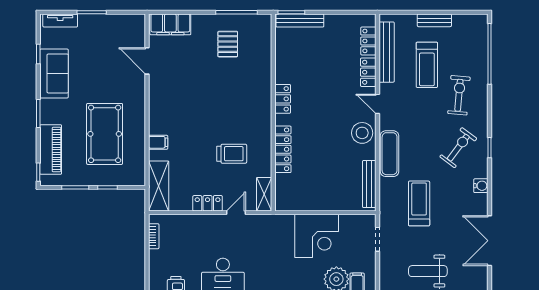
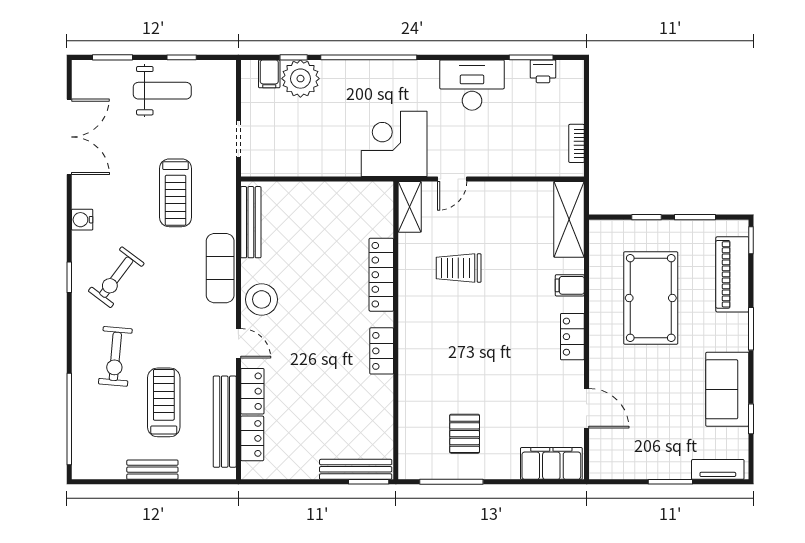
locker: (208, 203) -> (572, 337), moved, turned 90
corner desk: (317, 236) -> (394, 144), moved

